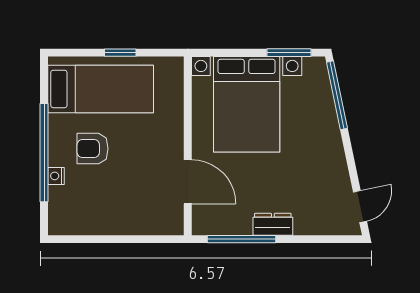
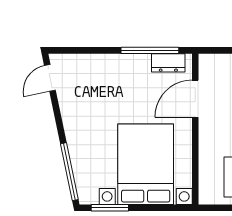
door: (188, 182) -> (195, 99), hinge flipped
dresser: (273, 224) -> (168, 63), moved

